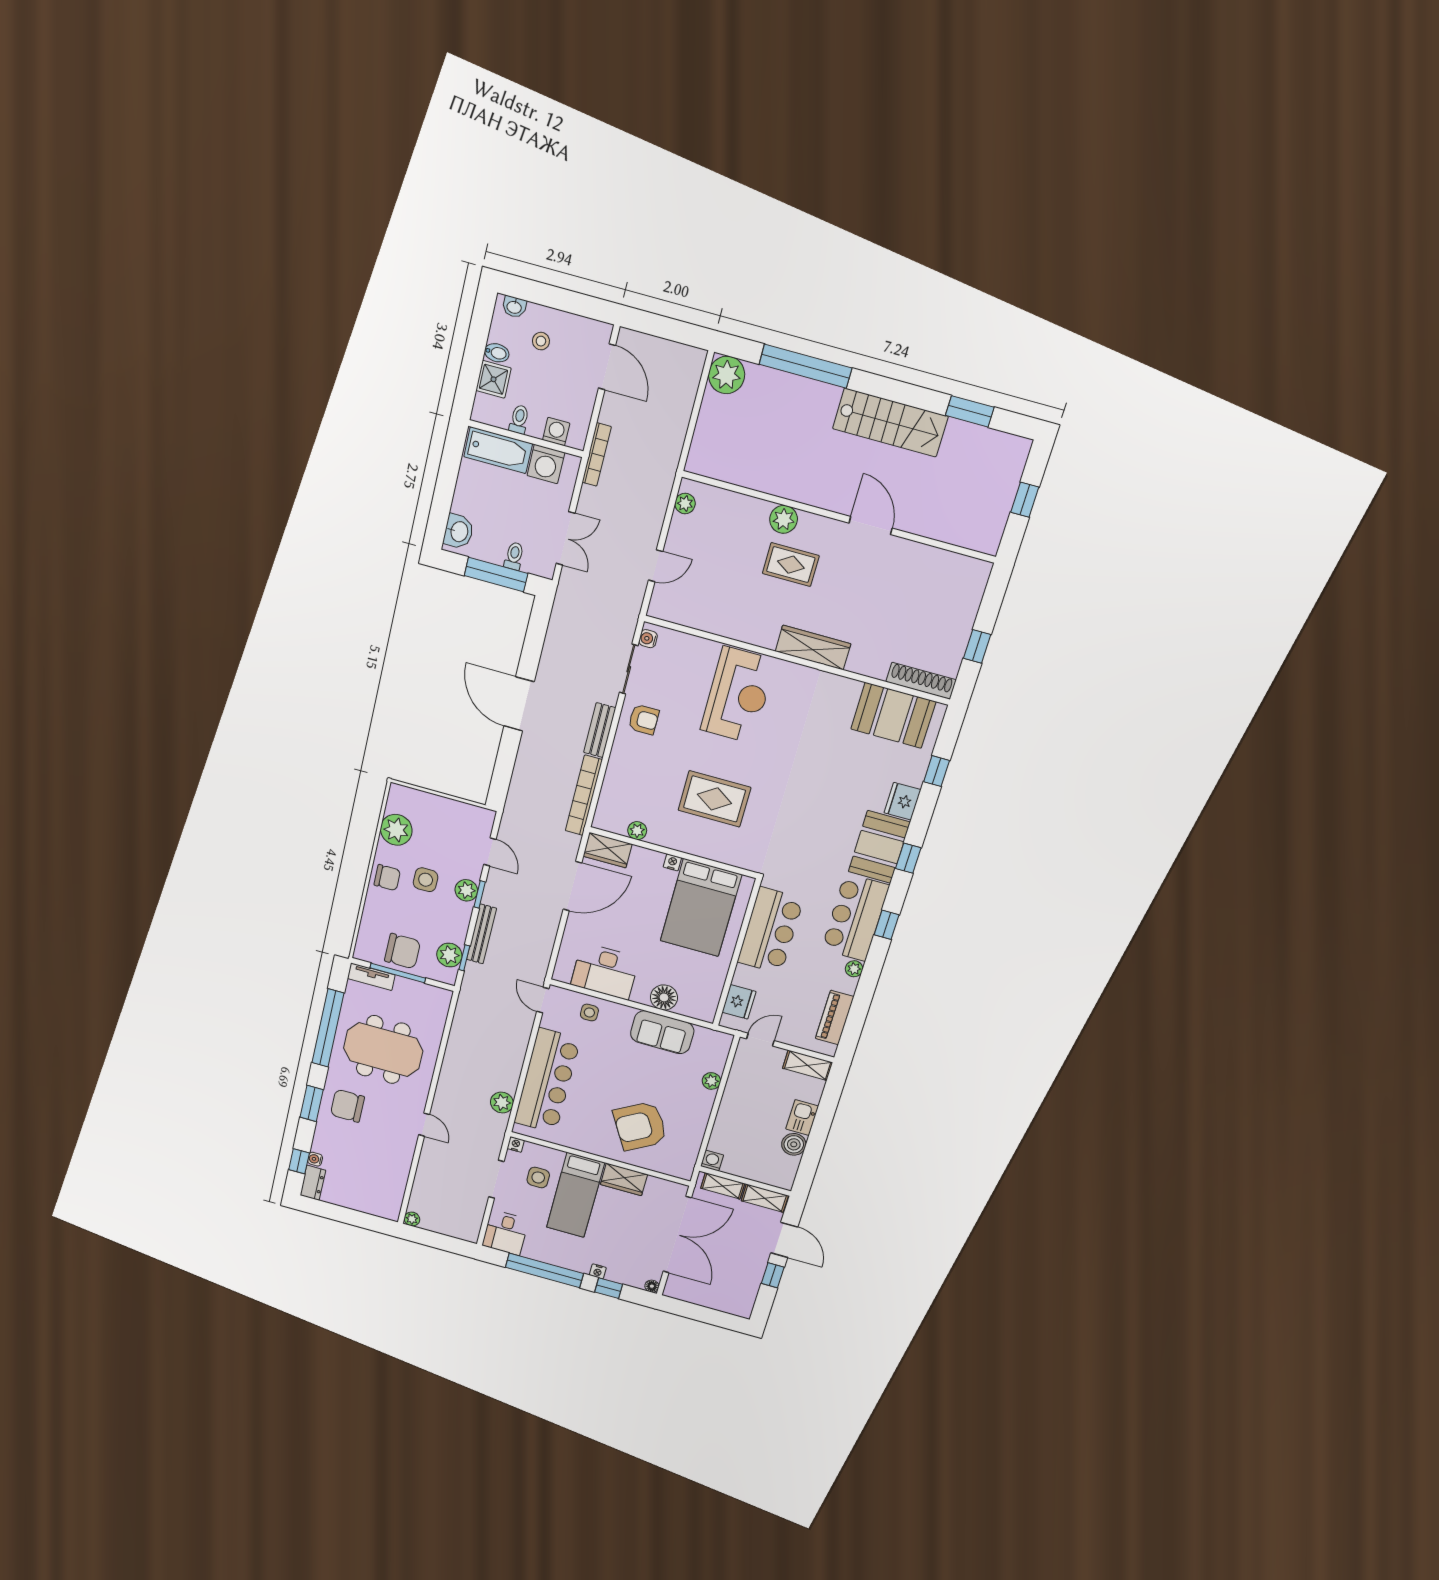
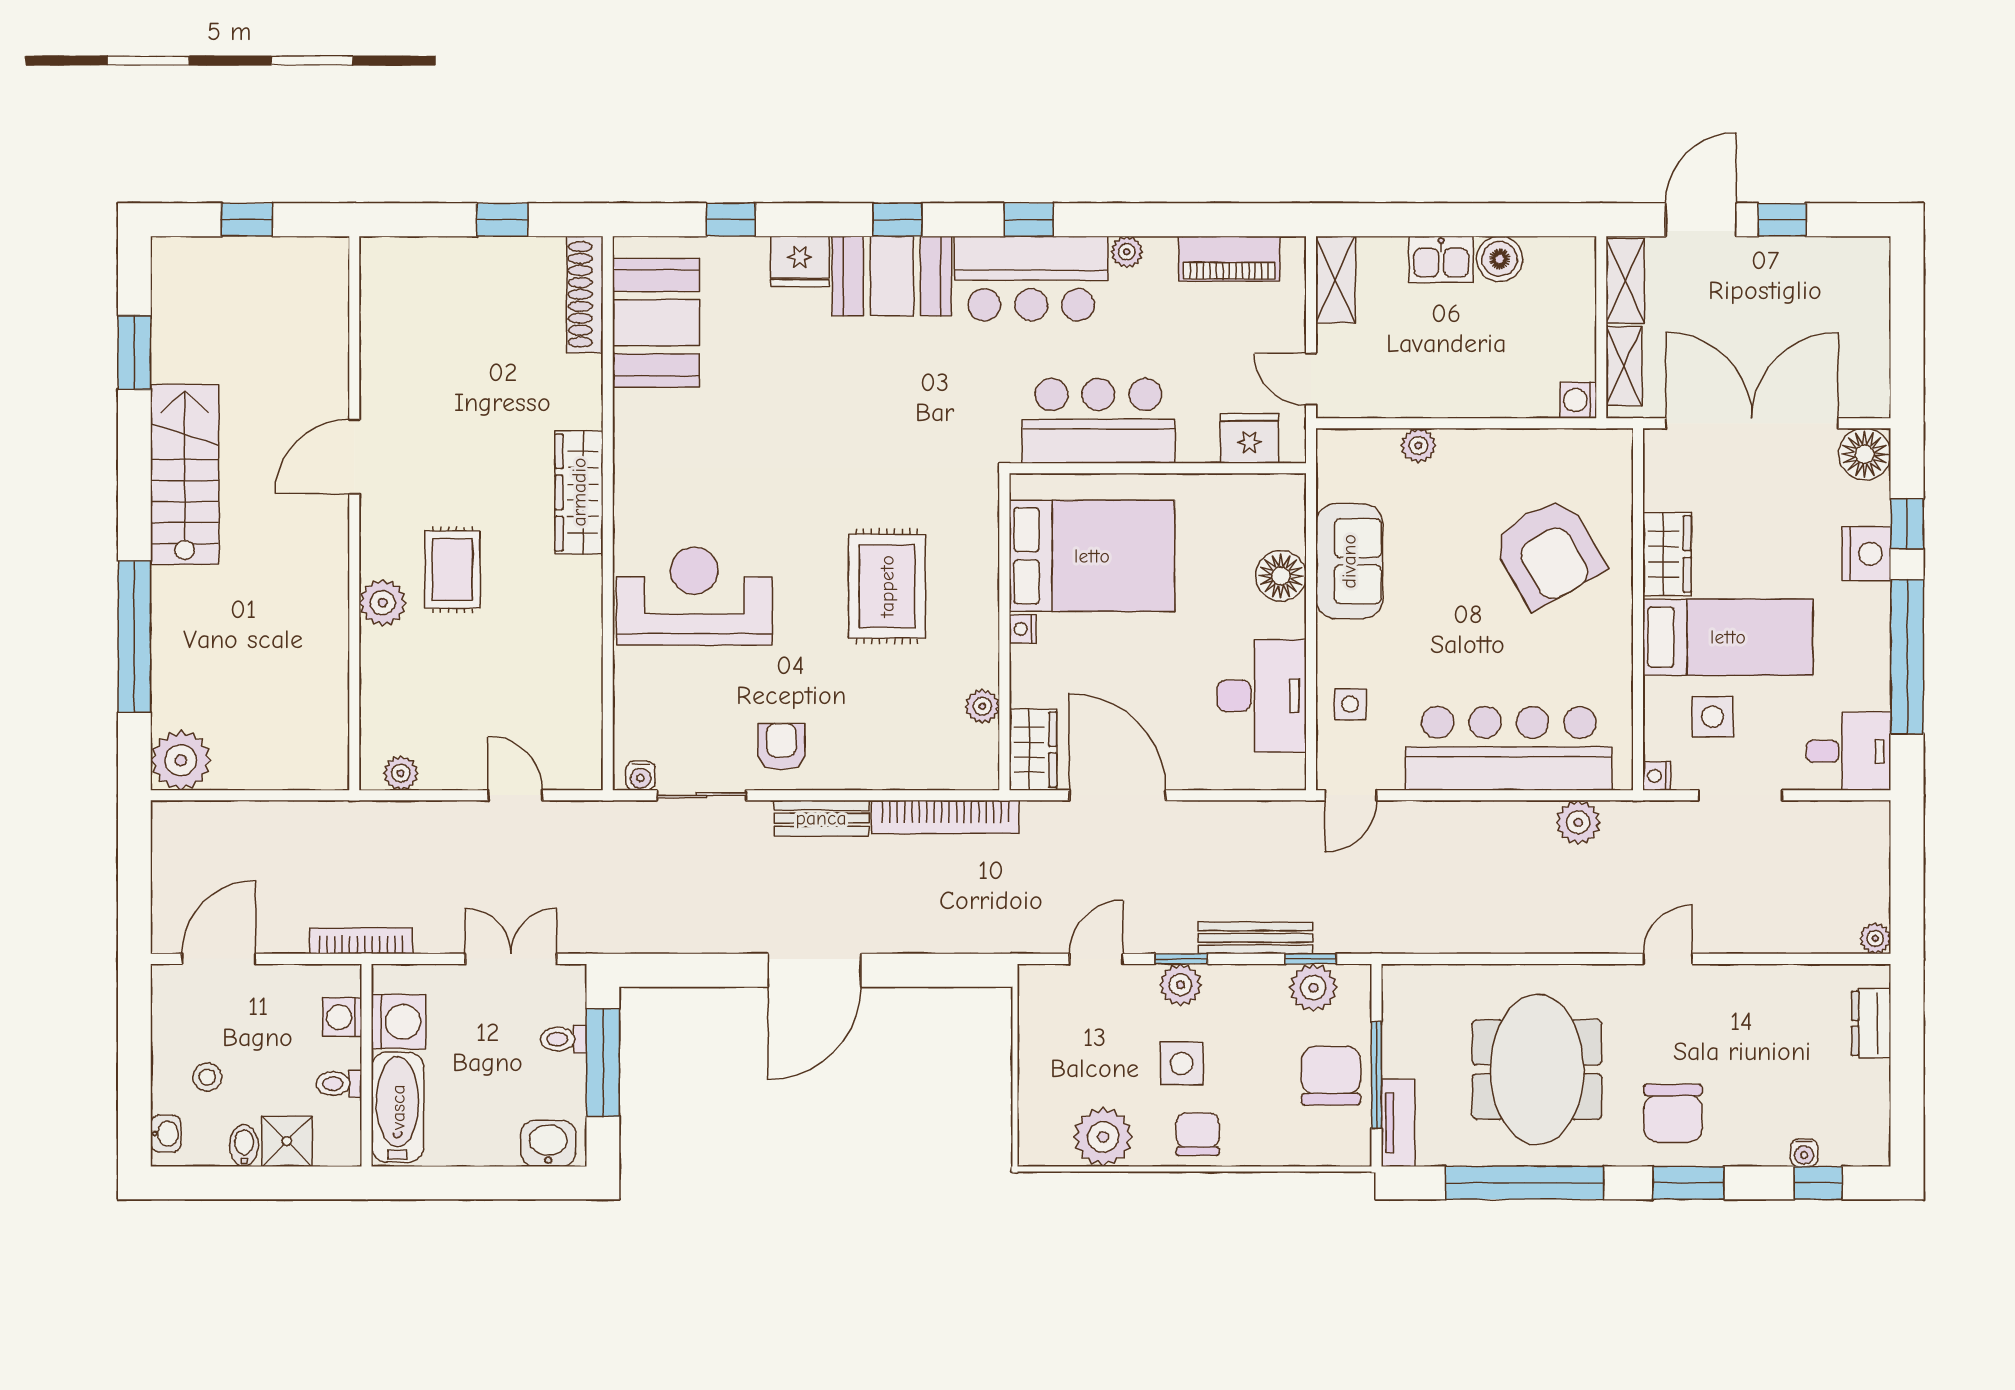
dresser: (313, 1183) -> (1871, 1023), moved, turned -90
nightstand: (598, 1271) -> (1867, 554), width x1.89, depth x1.79
floor lamp: (652, 1286) -> (1865, 454), width x1.89, depth x1.89

